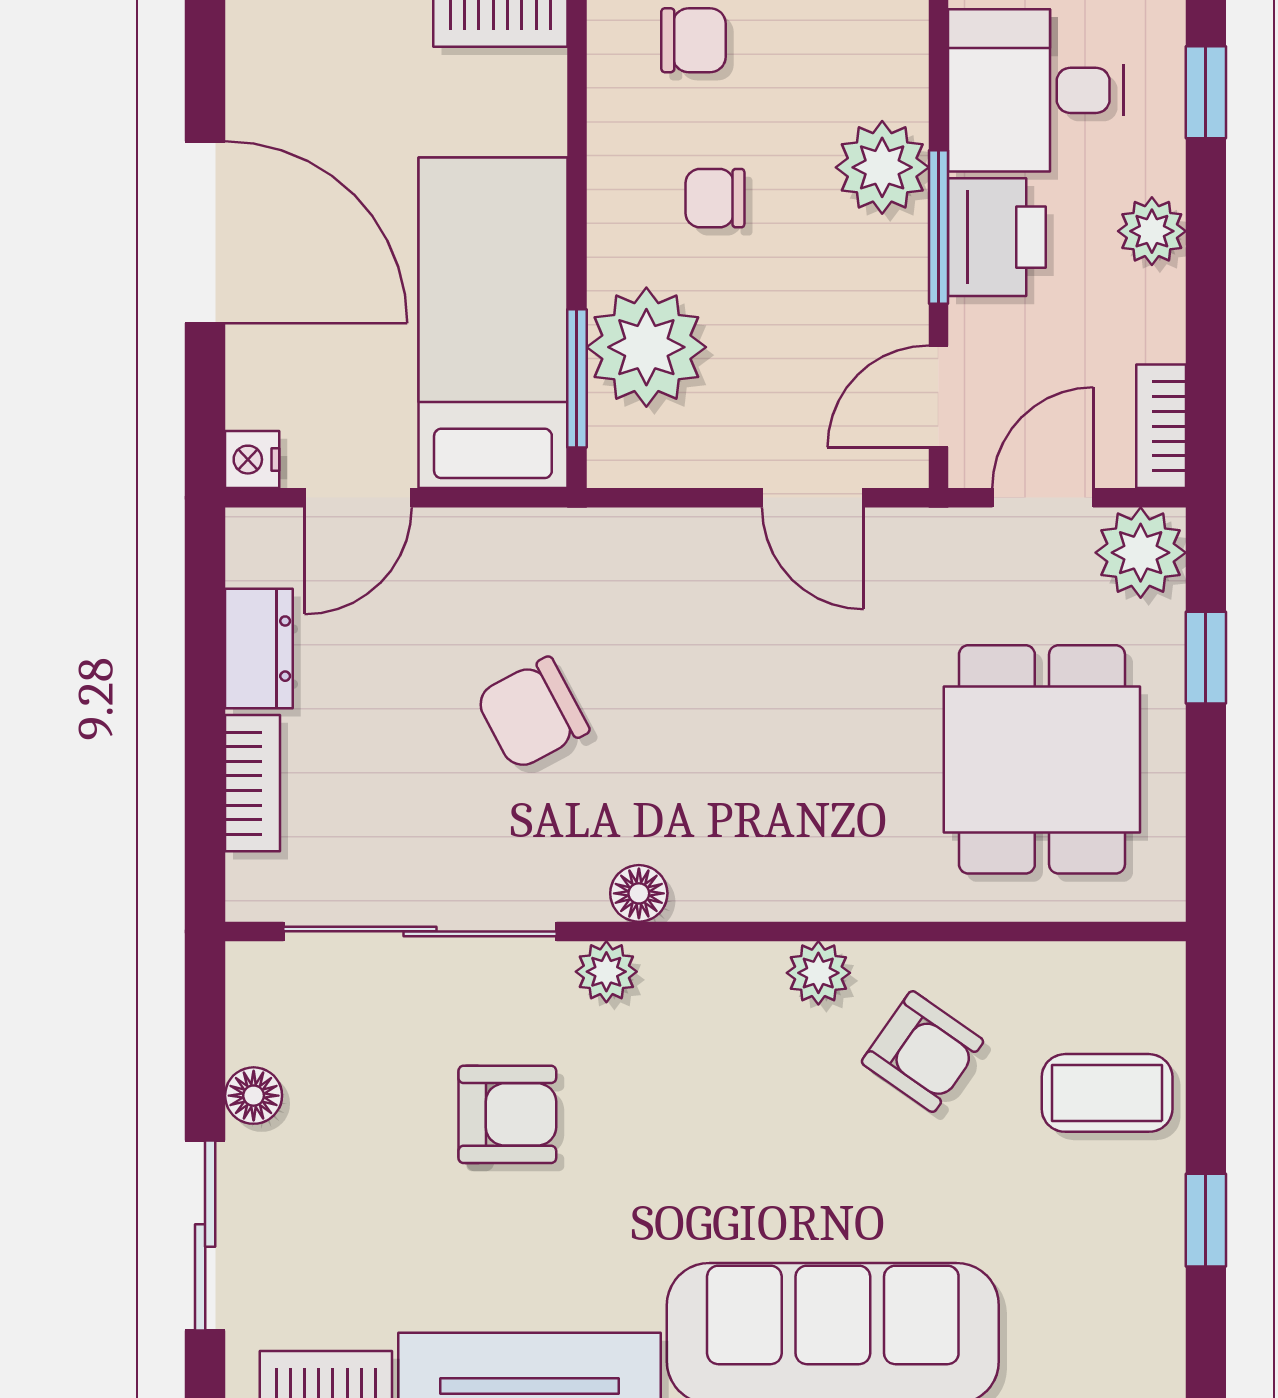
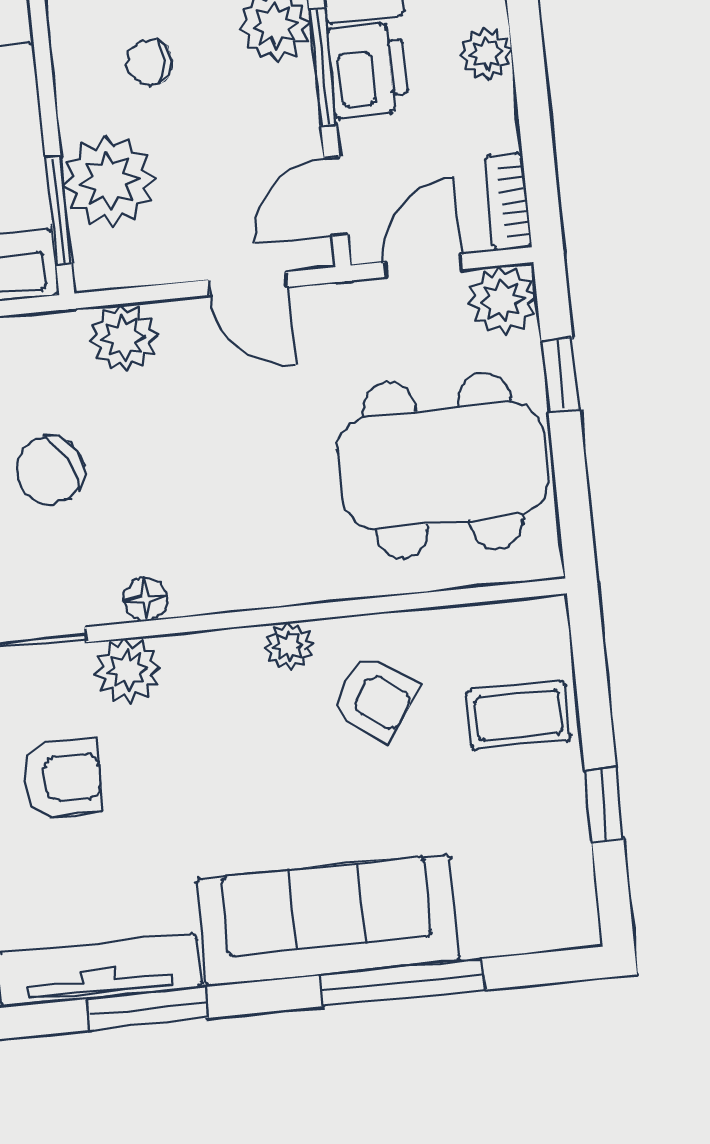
plant: (645, 552) -> (123, 338), added
dining table: (1042, 759) -> (443, 466), width x1.37
plant: (606, 972) -> (128, 670), width x1.38, depth x1.38

